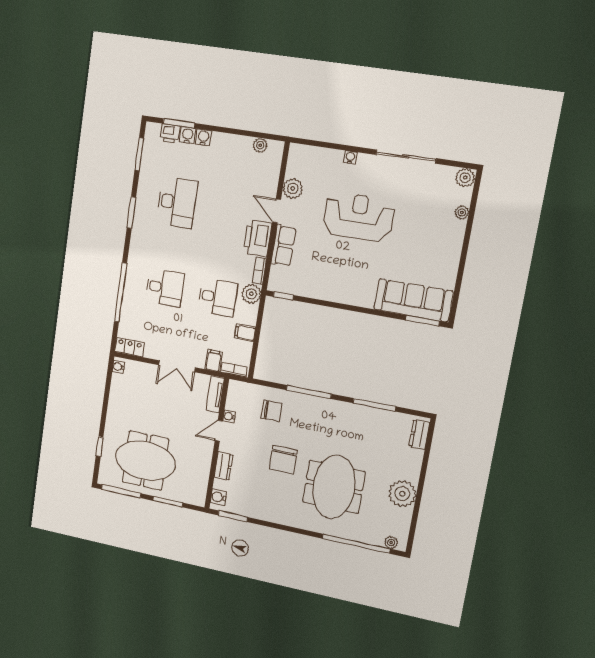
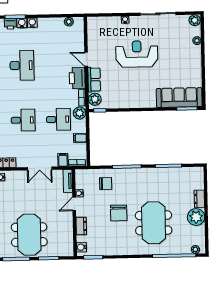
plant: (293, 188) -> (95, 99), moved
dresser: (419, 434) -> (199, 199), moved
meeting table: (145, 461) -> (29, 235), turned 90

